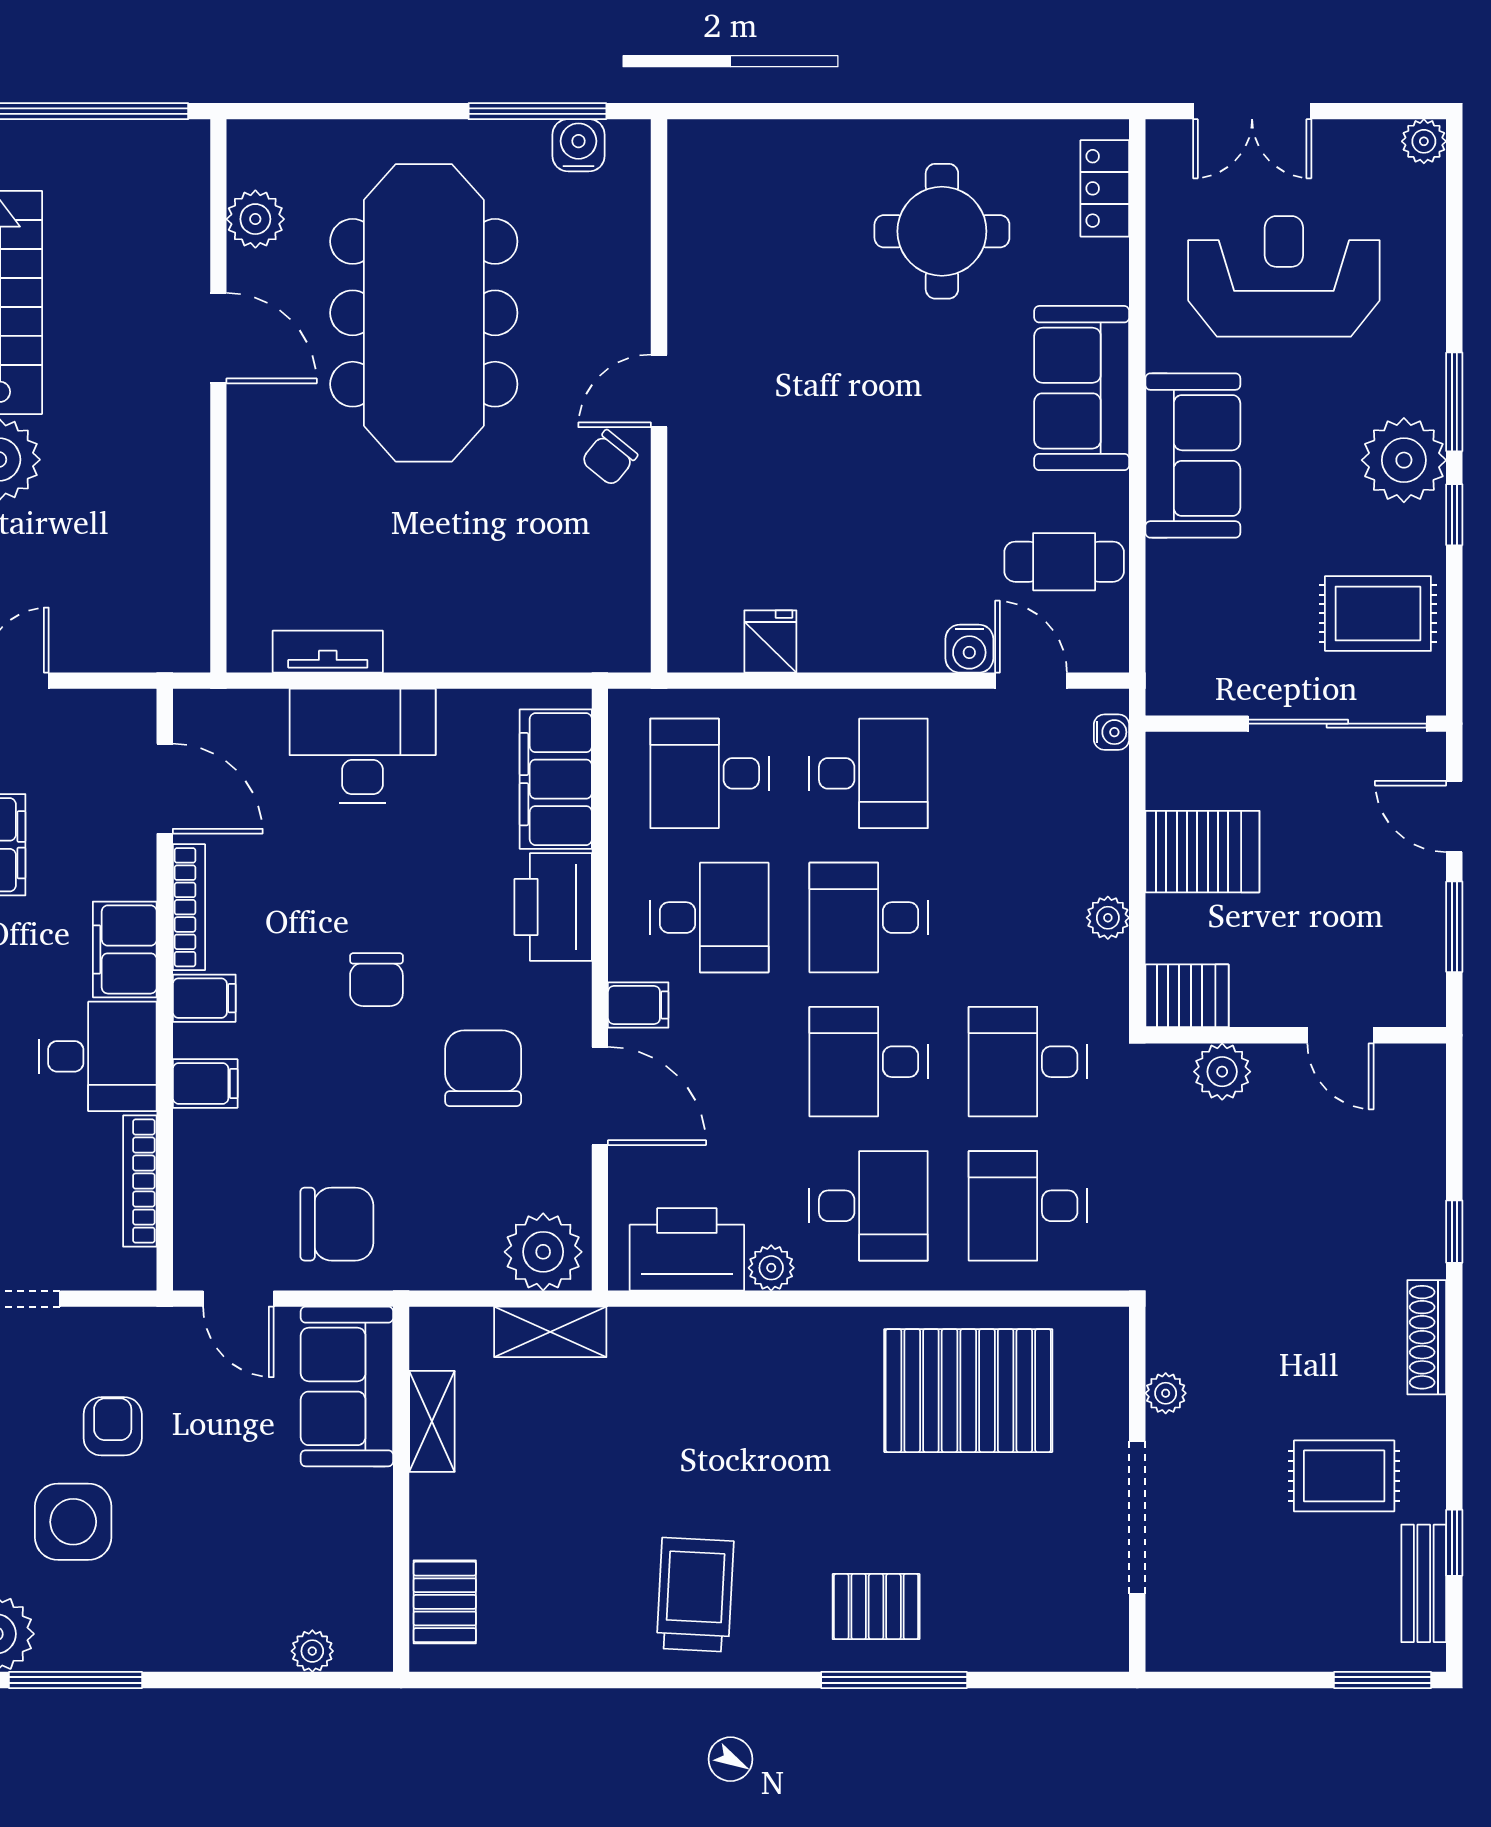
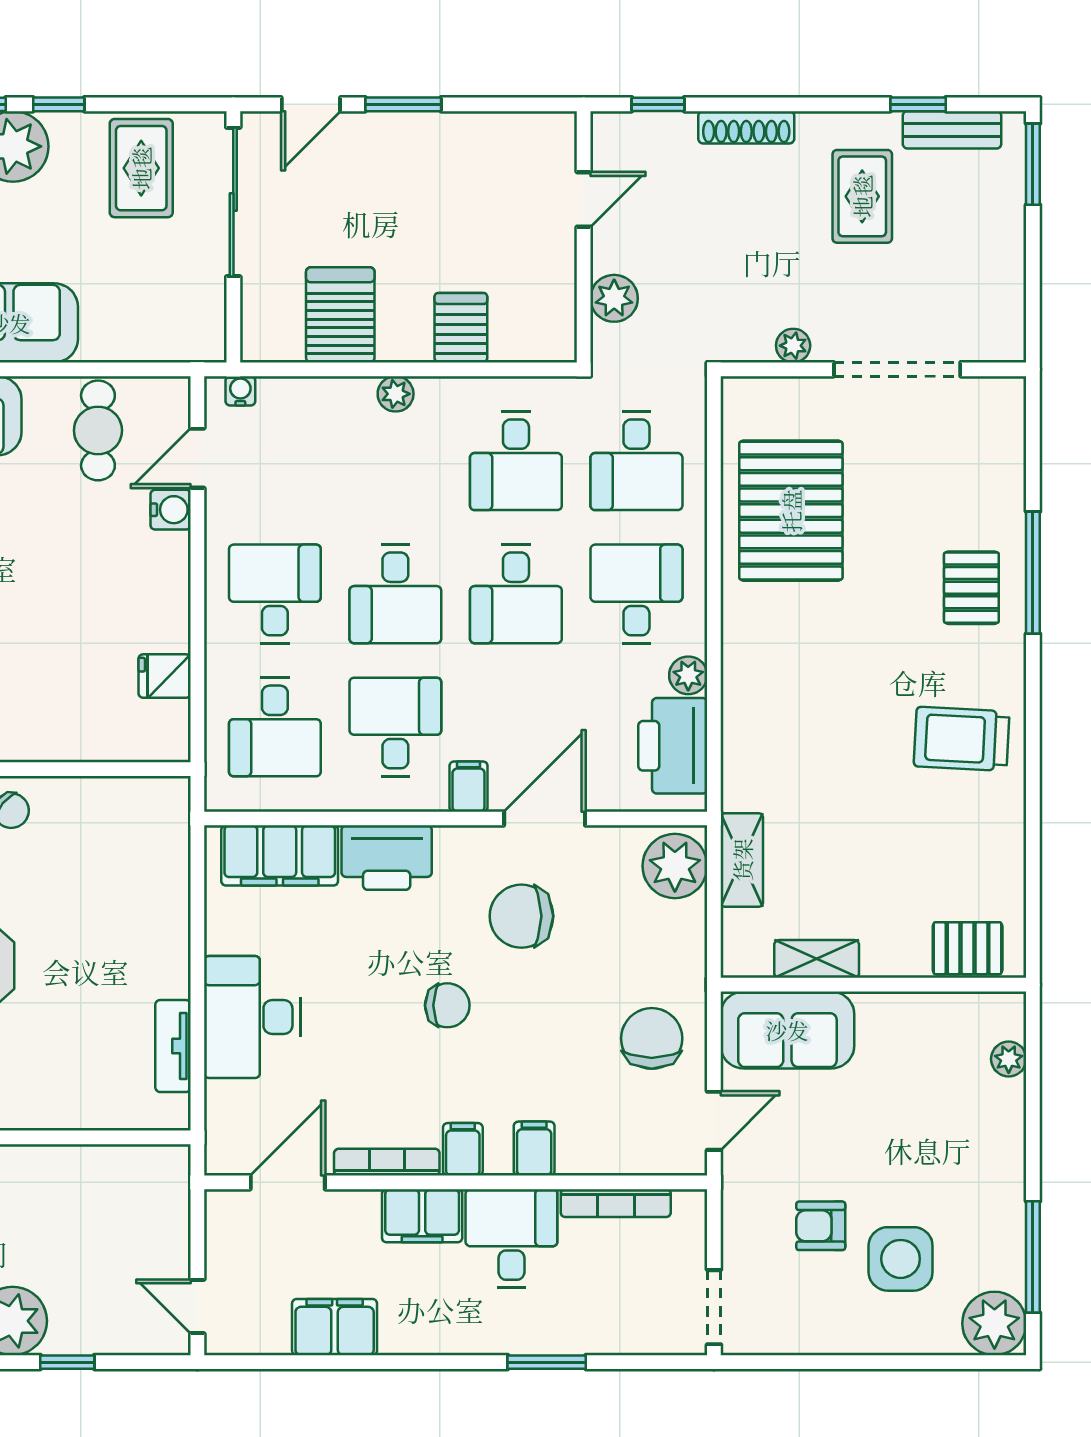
wall: (1296, 1035) -> (584, 237), moved
door: (1340, 1035) -> (584, 199), moved
plant: (1222, 1072) -> (614, 298), moved

